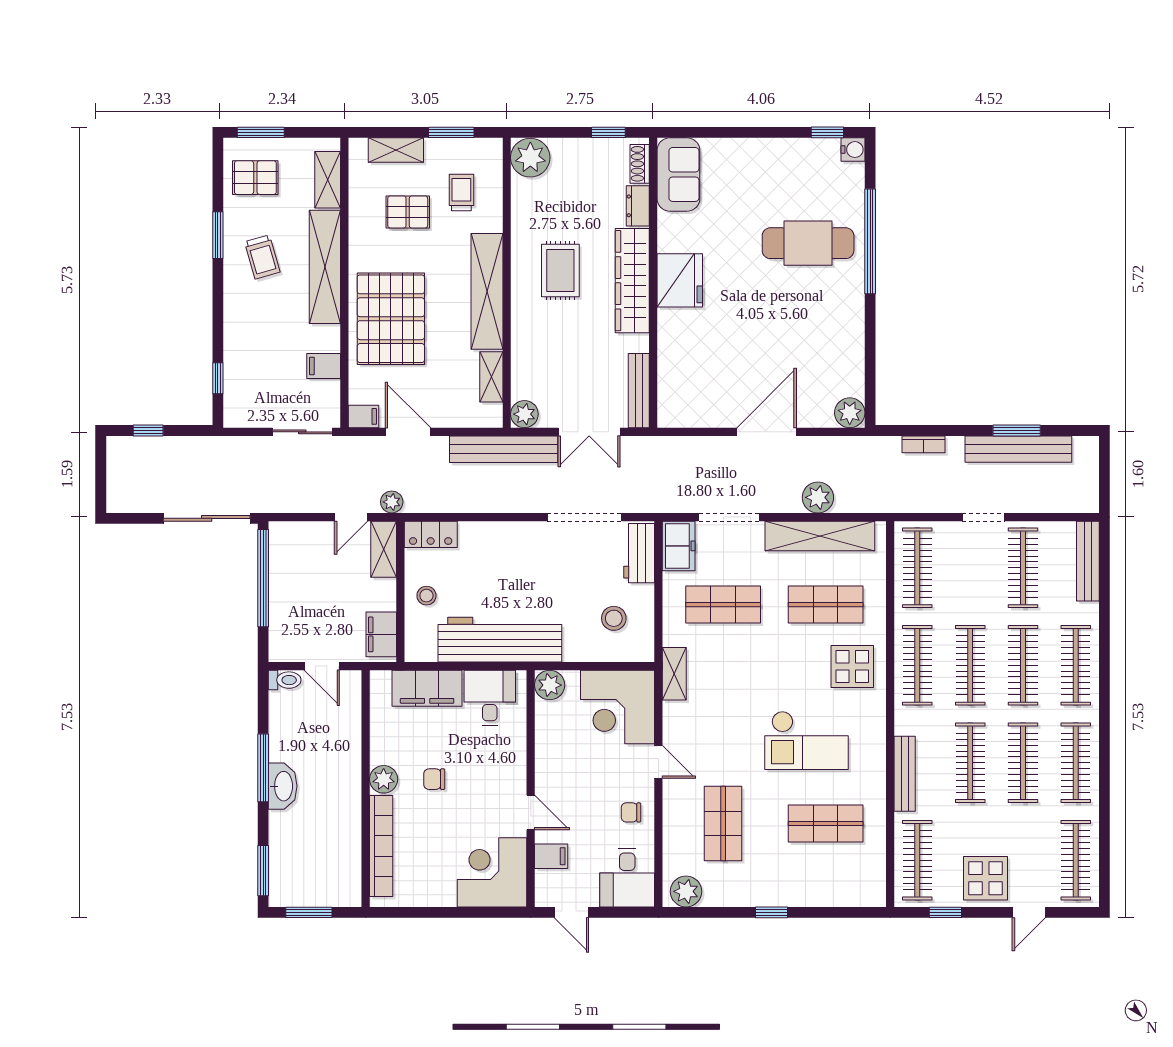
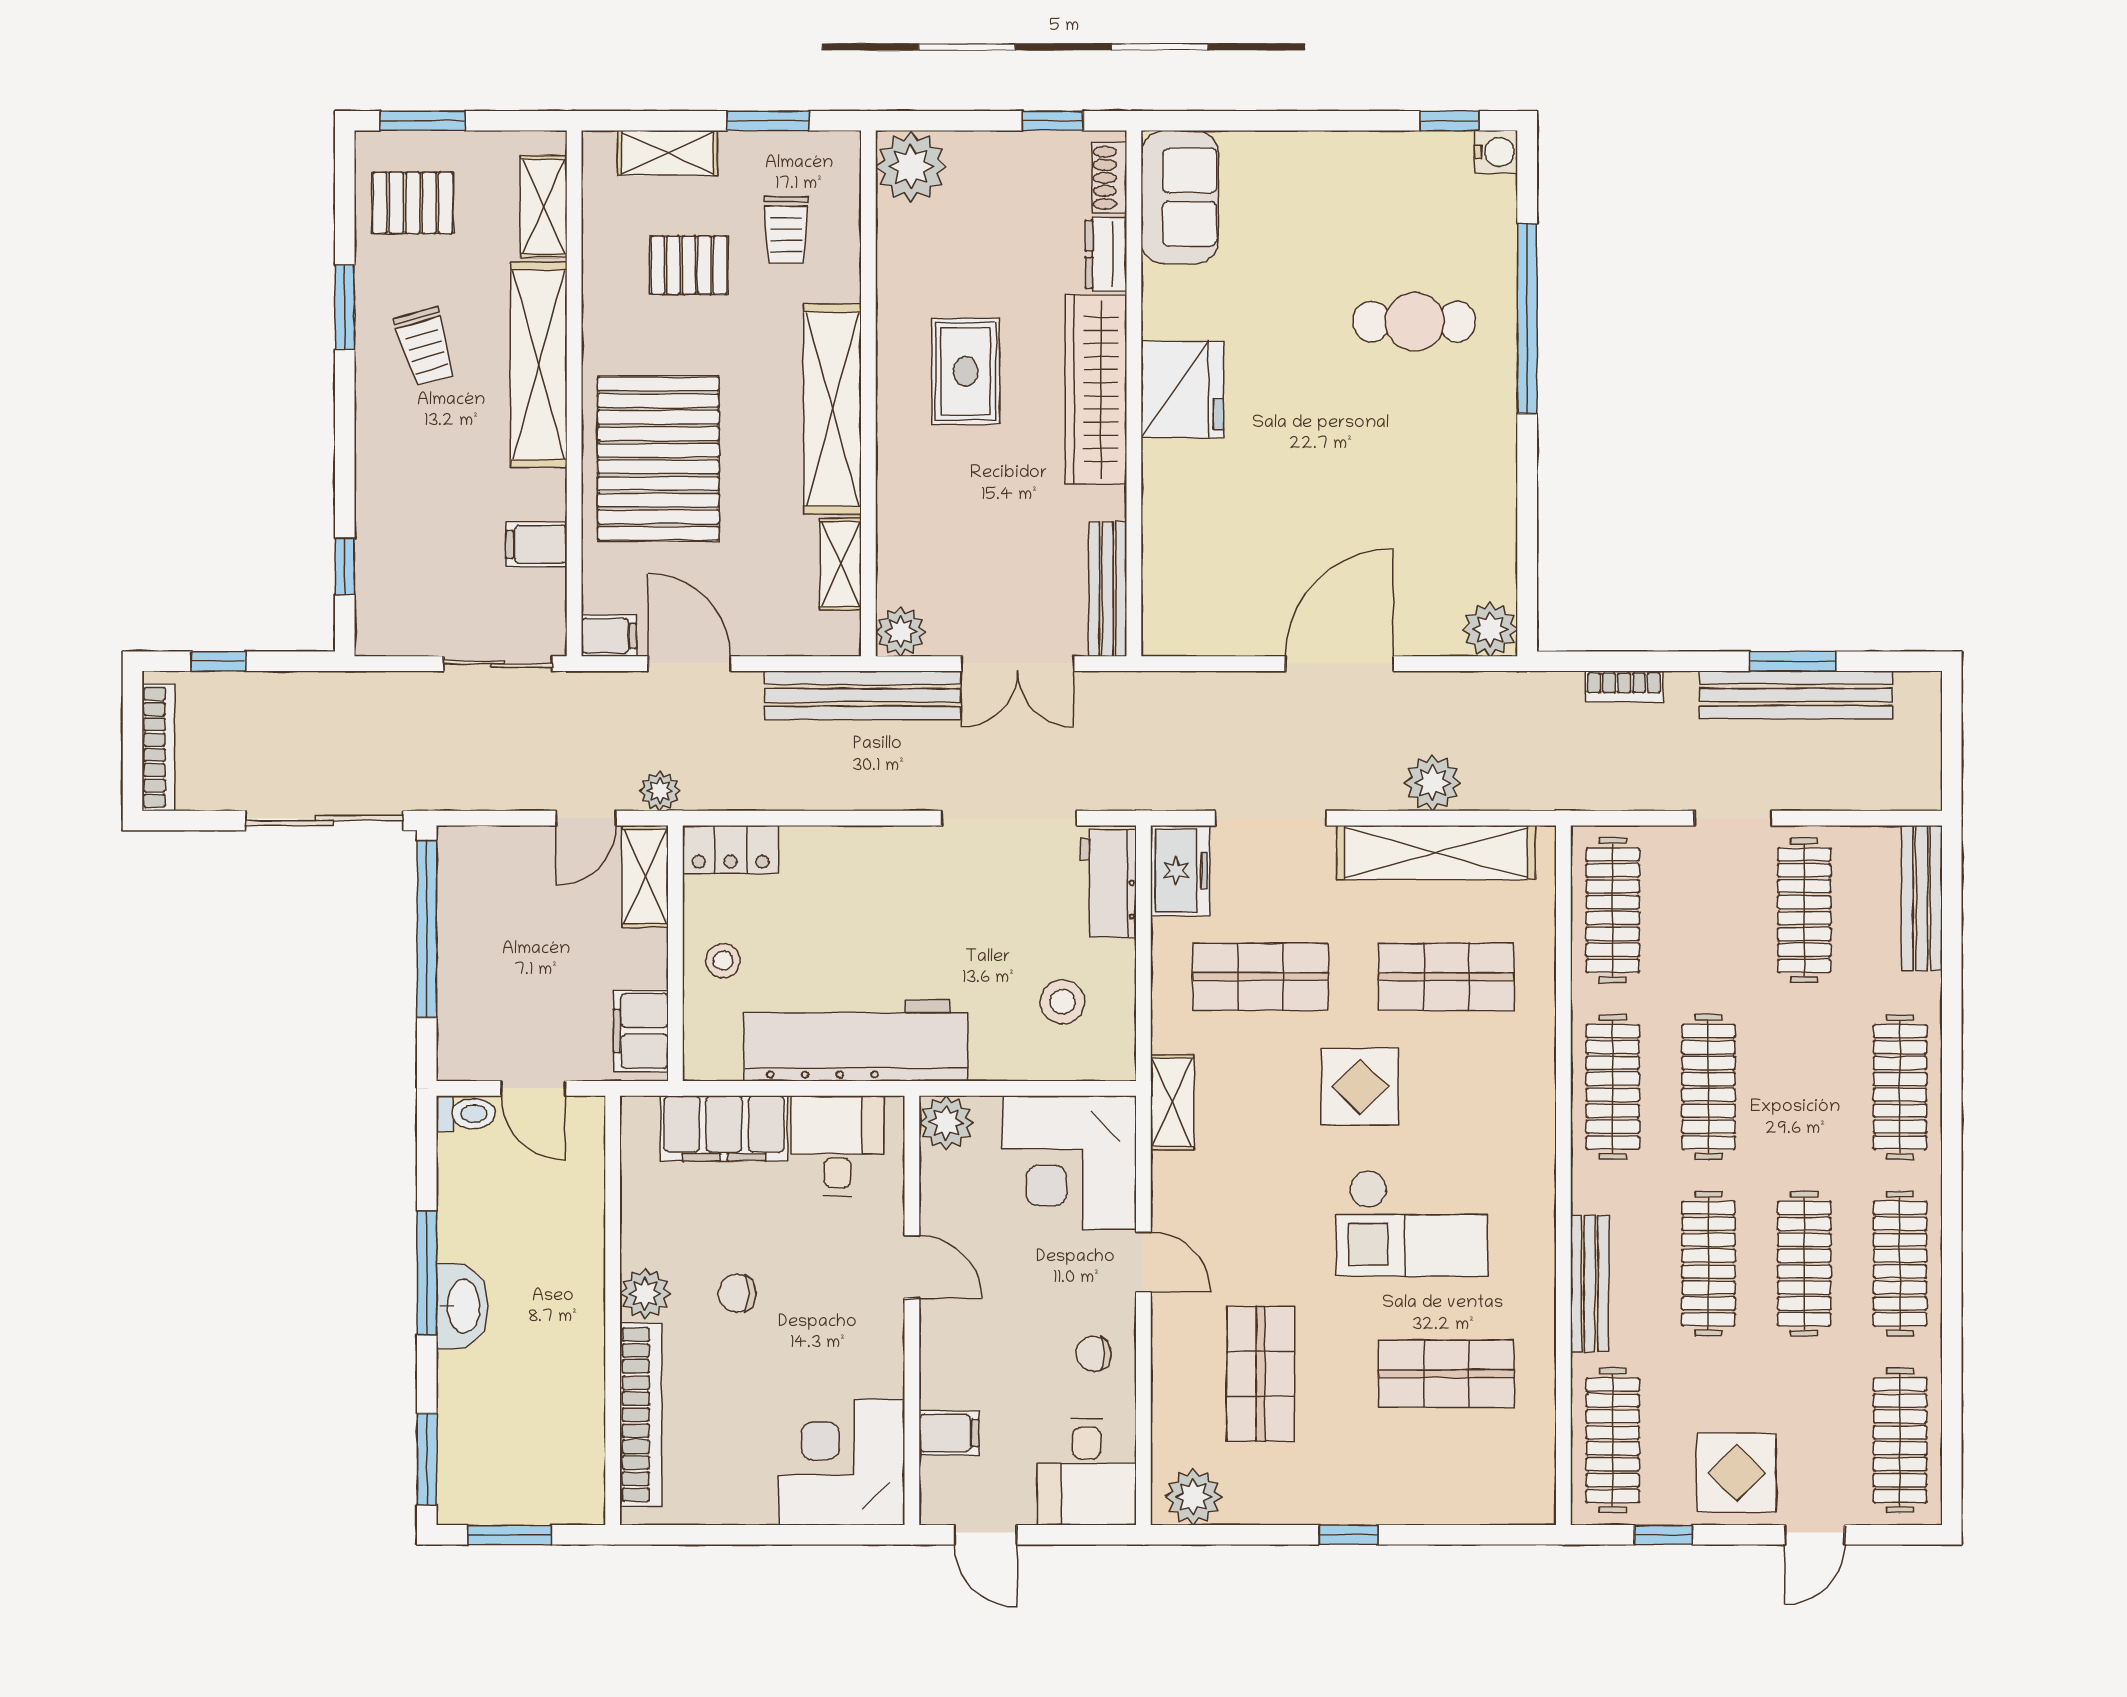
trolley: (461, 192) -> (786, 230), turned 180
cafe table: (808, 243) -> (1415, 322), width x0.73, depth x0.74
bookcase: (115, 478) -> (158, 747), added
clothes rail: (1023, 665) -> (1804, 1087), removed
display table: (852, 666) -> (1360, 1087), moved
door: (531, 812) -> (912, 1267), moved

